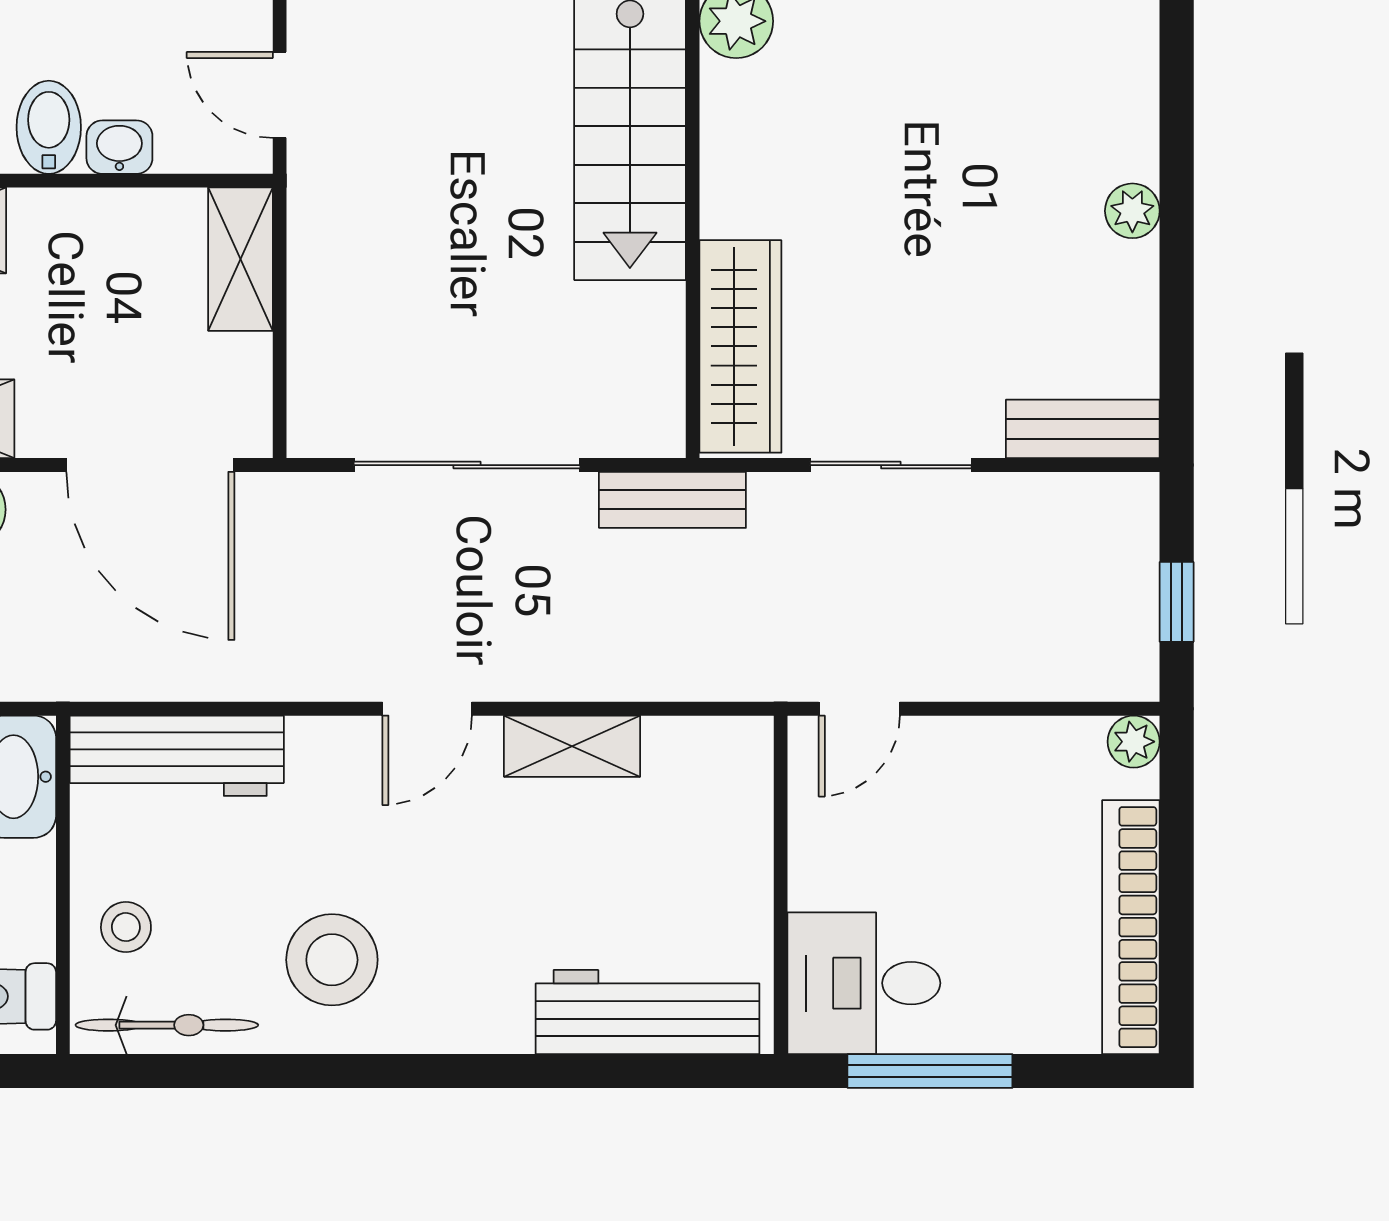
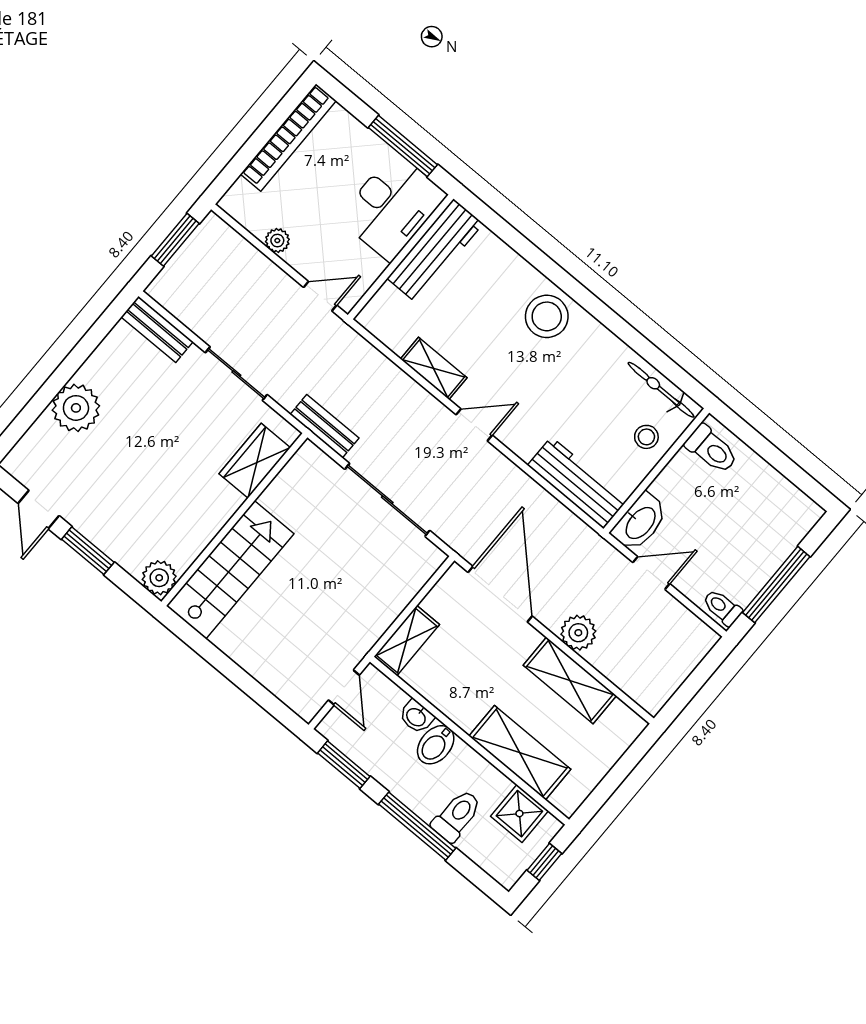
plant: (1132, 211) -> (76, 408), width x1.87, depth x1.87
wardrobe: (740, 346) -> (255, 461), width x0.67
window: (1177, 602) -> (175, 240), width x1.50
plant: (1134, 742) -> (277, 241), moved
stool: (332, 960) -> (547, 316), moved
desk: (864, 983) -> (392, 206), width x1.37
workbench: (648, 1012) -> (435, 251), moved, turned -90

